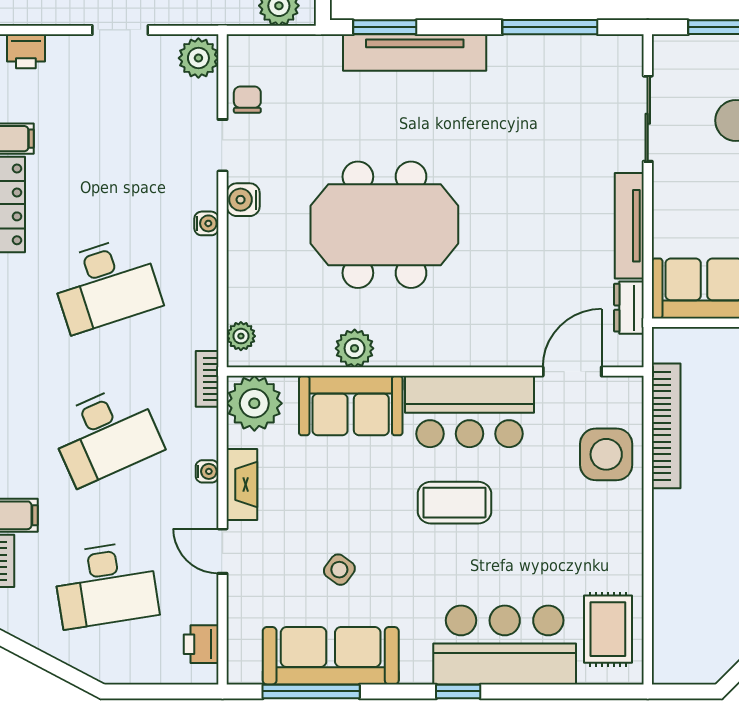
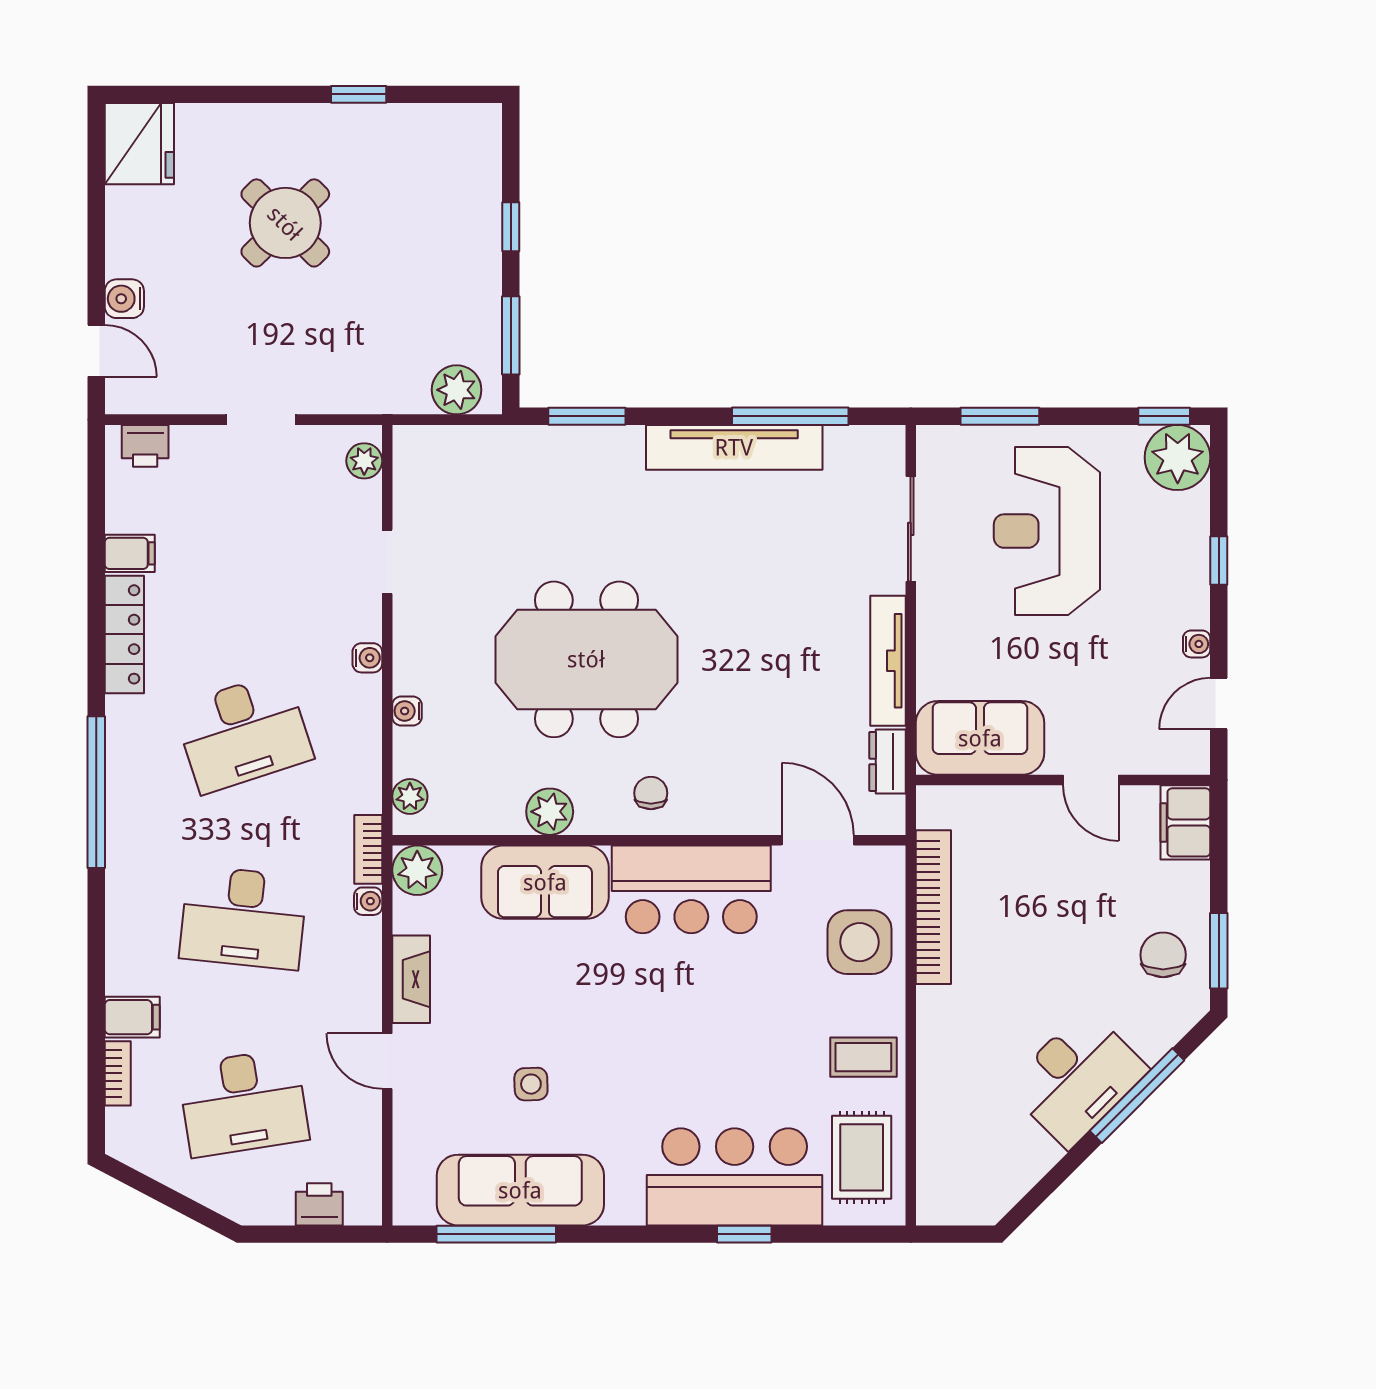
tv unit: (415, 52) -> (734, 447), moved
plant: (198, 58) -> (364, 461), width x0.73, depth x0.73
chair: (247, 100) -> (651, 793), moved
water cooler: (243, 200) -> (407, 711), moved, width x0.72, depth x0.72
door: (572, 372) -> (818, 840), hinge flipped
plant: (254, 403) -> (417, 870), width x0.73, depth x0.73
desk: (106, 434) -> (243, 918), turned 30
water cooler: (207, 471) -> (368, 901), moved
coffee table: (454, 503) -> (863, 1057), moved, width x0.73, depth x0.77
side table: (339, 570) -> (531, 1084), turned -38
printer: (201, 644) -> (319, 1204), moved, turned 90
window: (458, 691) -> (744, 1234), moved

